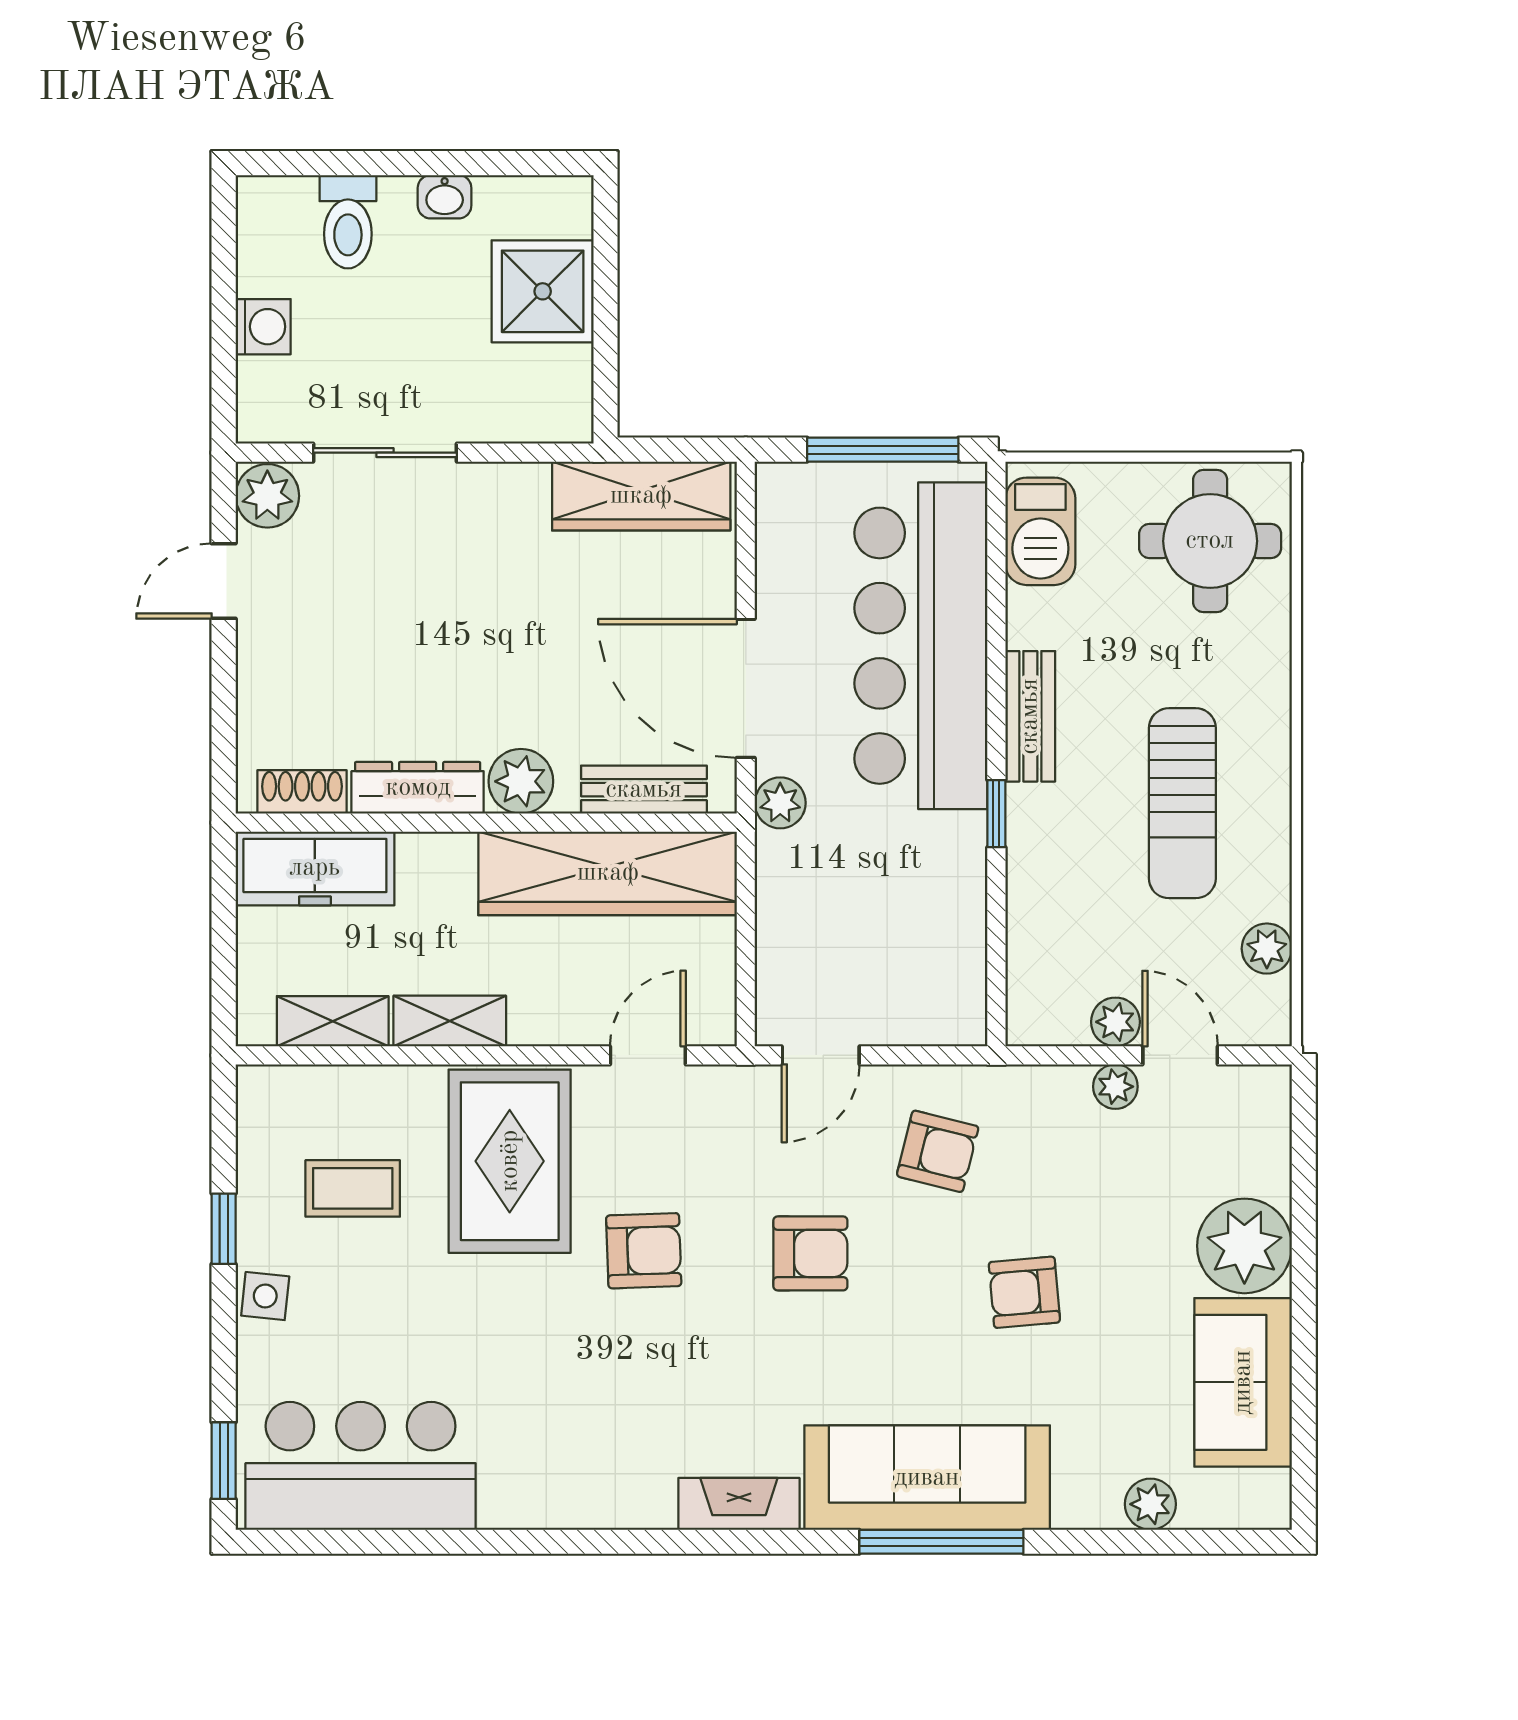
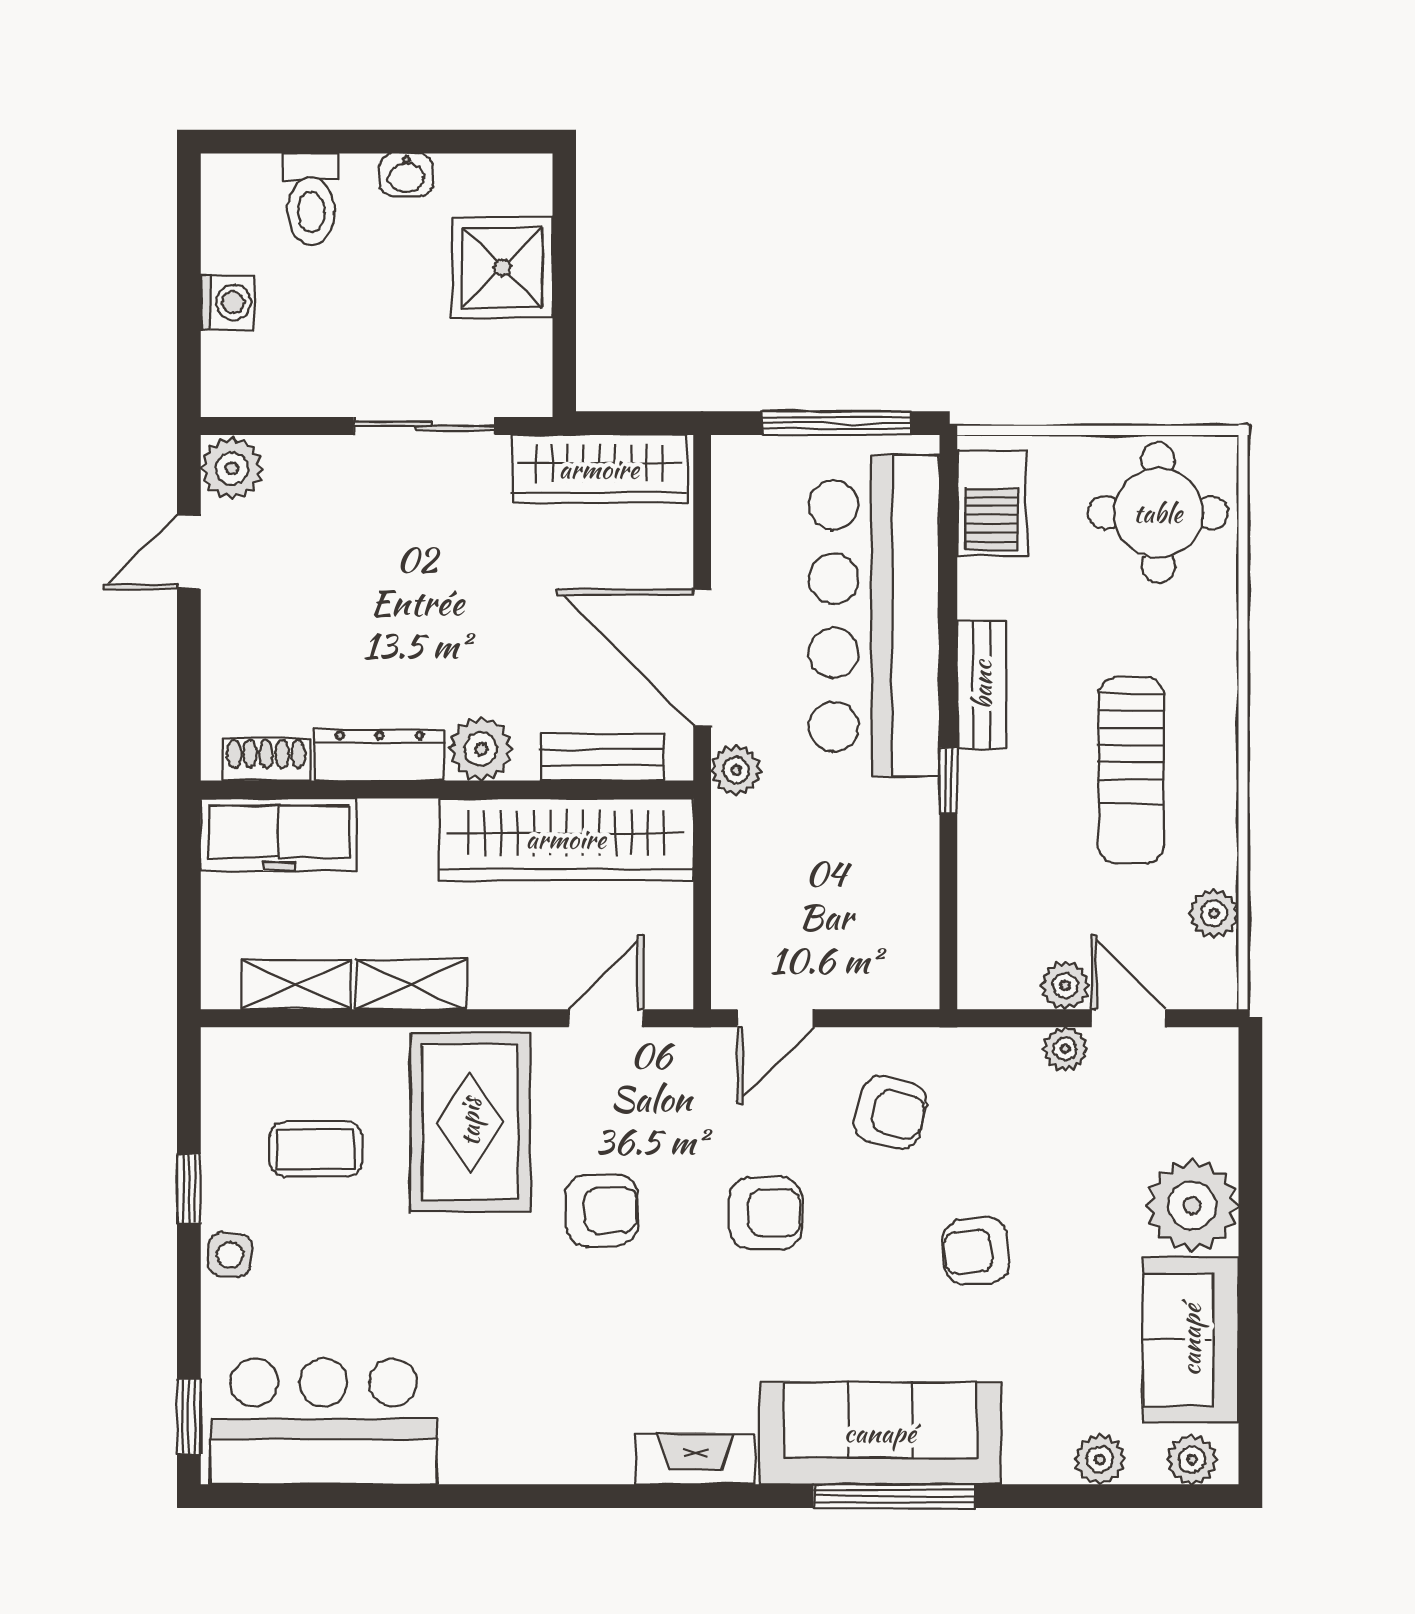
sliding door: (385, 453) -> (424, 426), moved
plant: (1244, 1504) -> (1192, 1459), added

